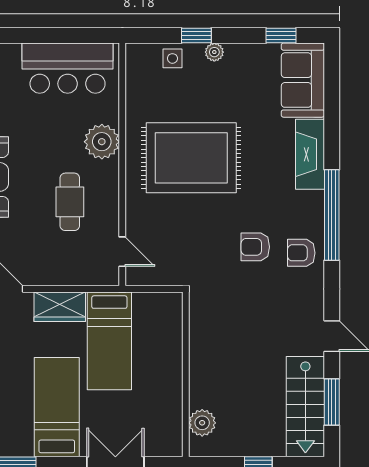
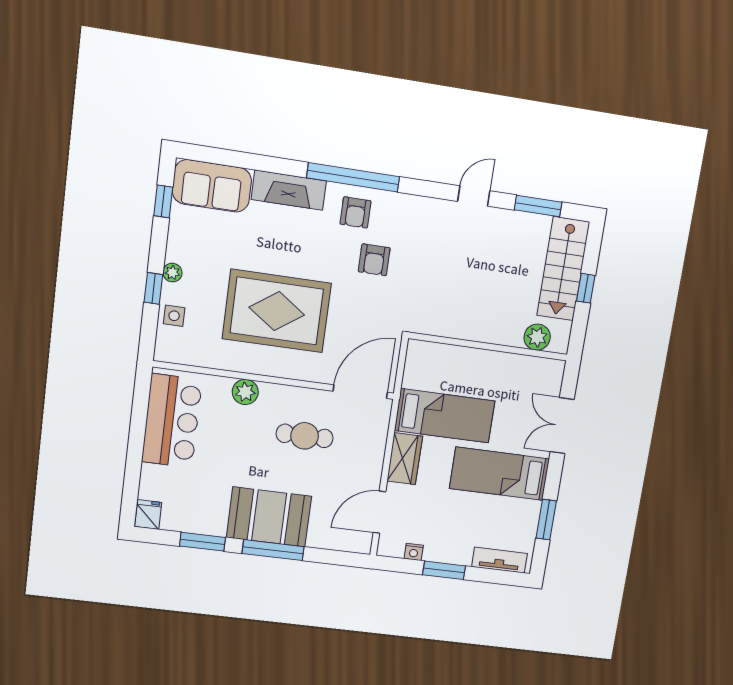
plant: (102, 142) -> (245, 392), width x0.73, depth x0.73
rug: (191, 158) -> (277, 311), turned 90
door: (122, 252) -> (360, 392), width x1.87
armchair: (301, 253) -> (355, 212), moved
stairs: (305, 407) -> (563, 269), moved, turned 90

